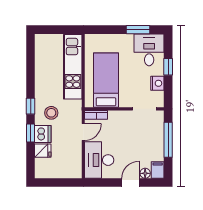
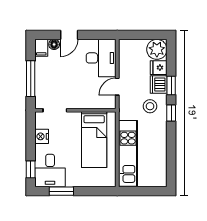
window: (168, 67) -> (31, 169), moved
bookcase: (96, 115) -> (104, 104), removed
plant: (45, 168) -> (157, 49), added

